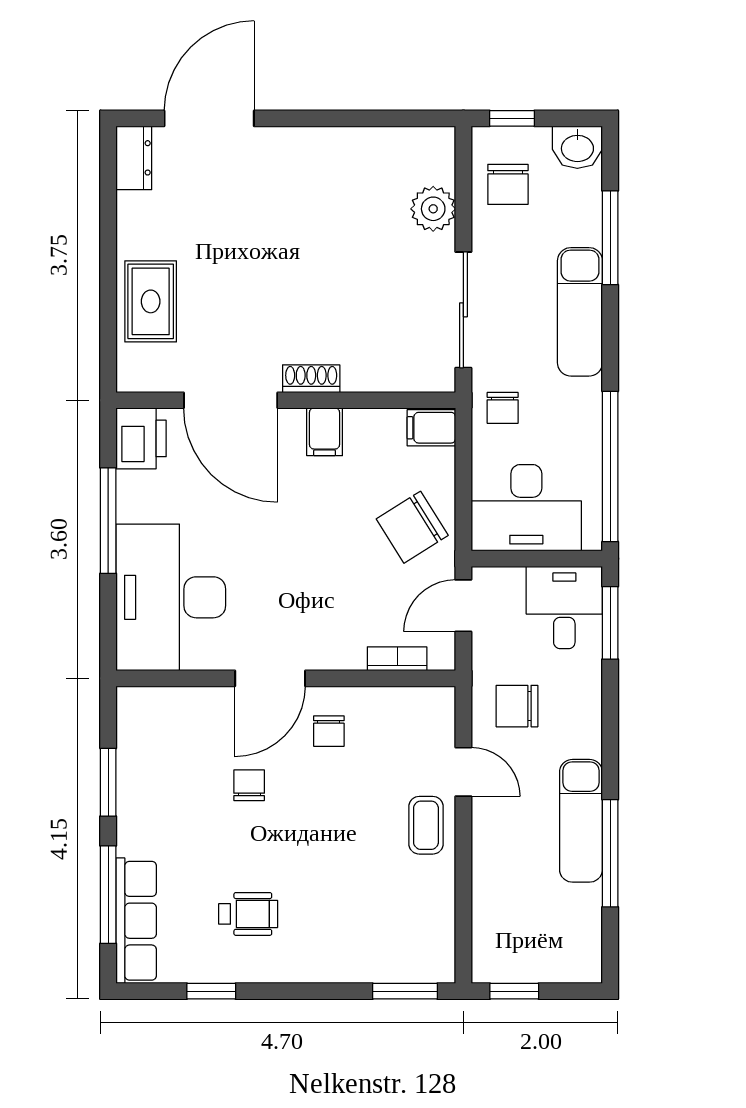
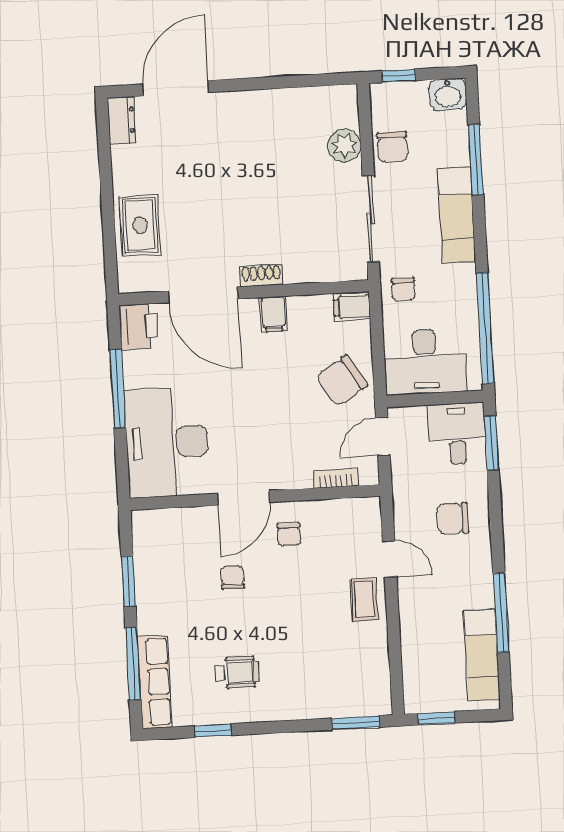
chair: (508, 184) -> (392, 147), moved
chair: (517, 706) -> (453, 518), moved
exam couch: (581, 821) -> (482, 655), moved

